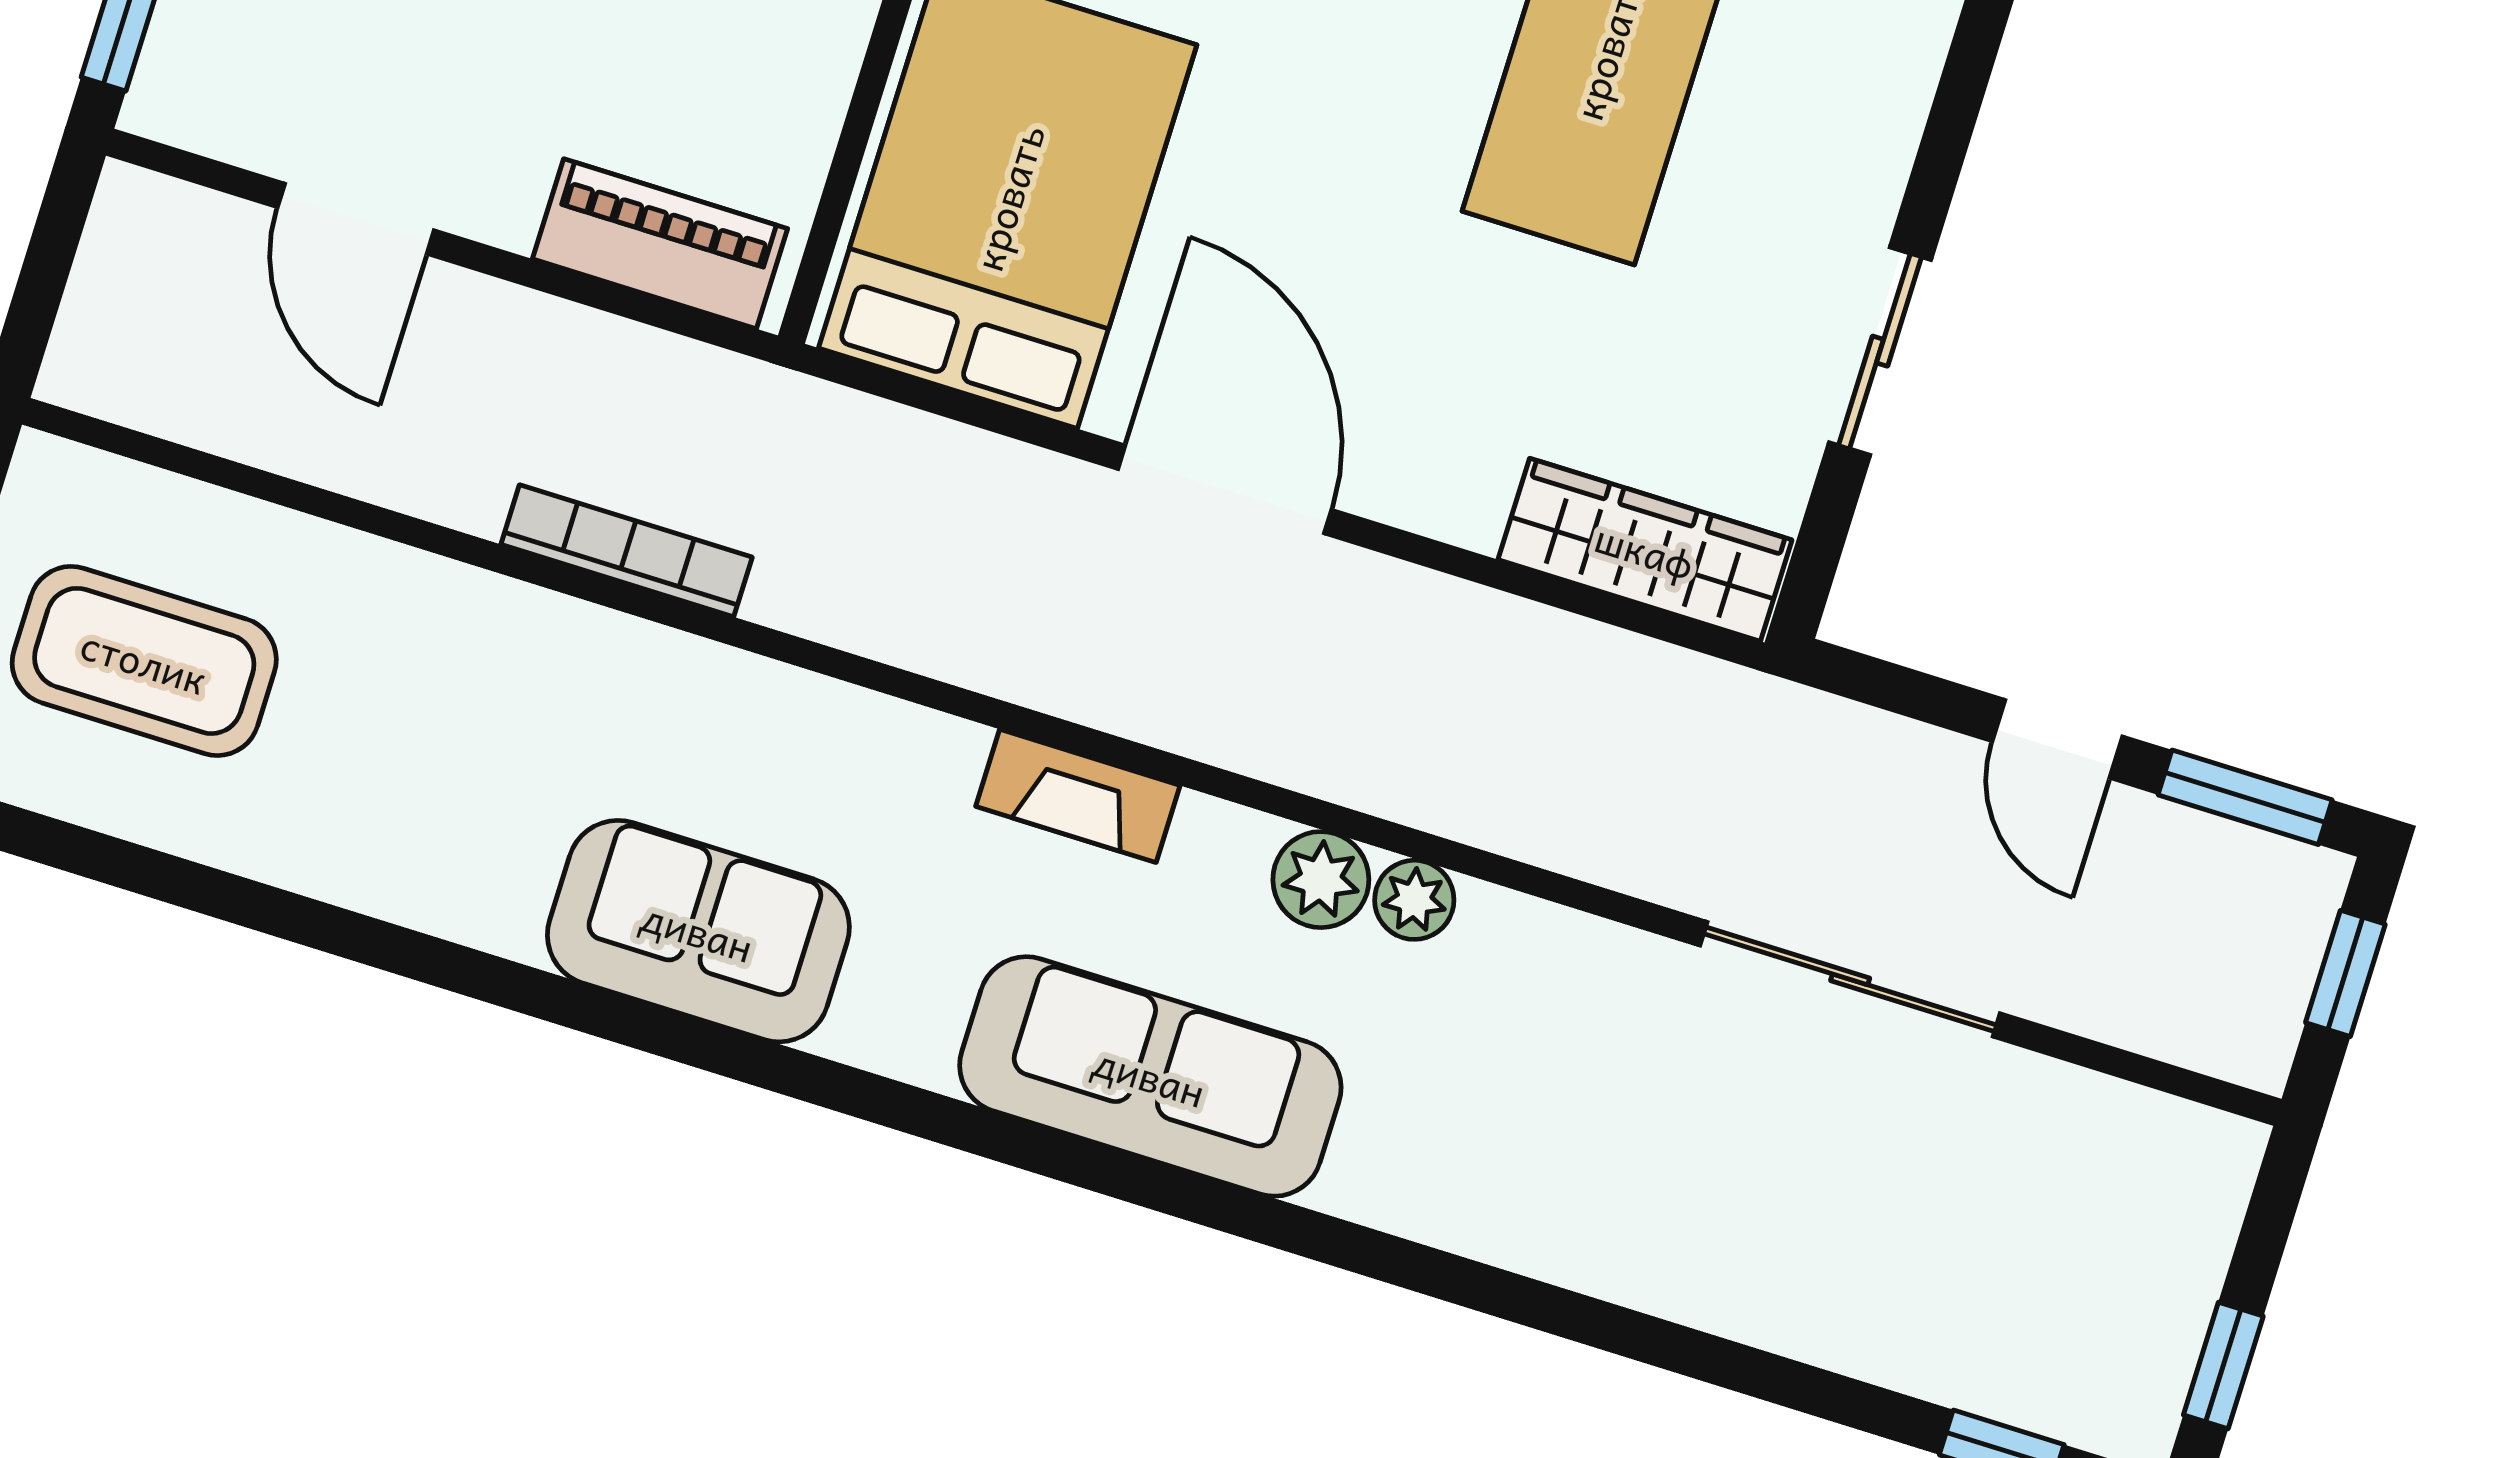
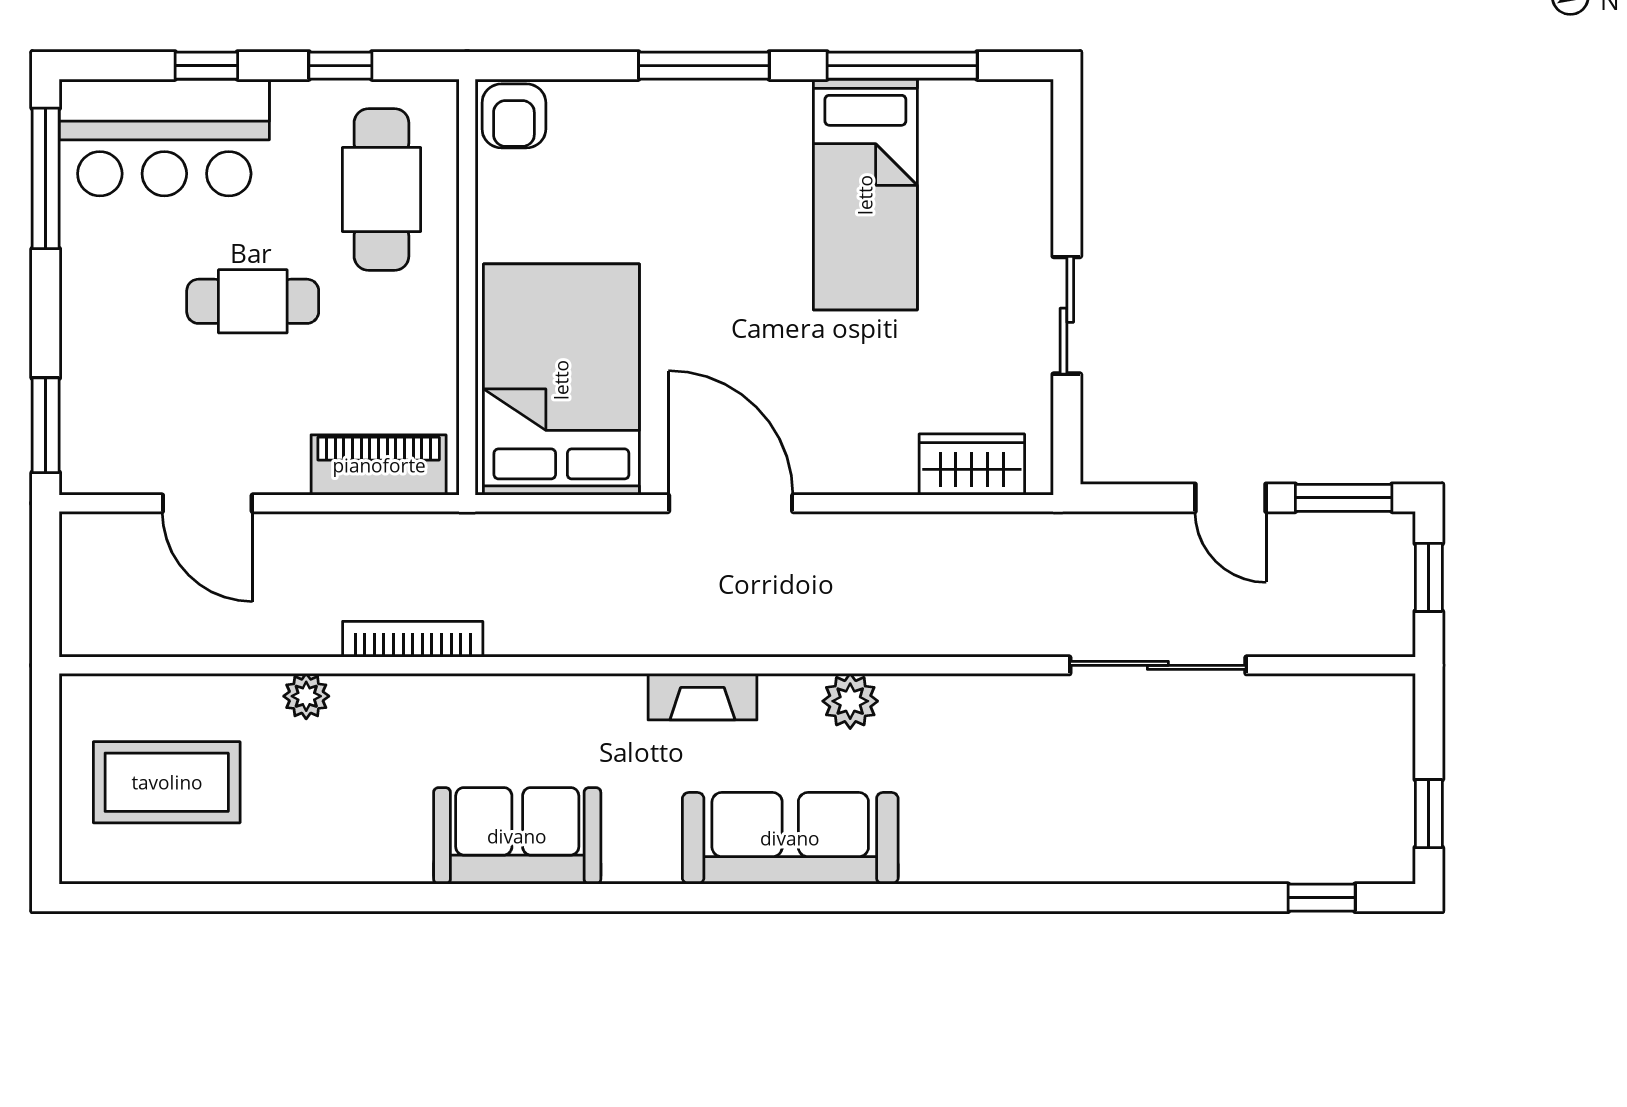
wardrobe: (1645, 550) -> (972, 465), width x0.67
plant: (1414, 900) -> (306, 696), moved

